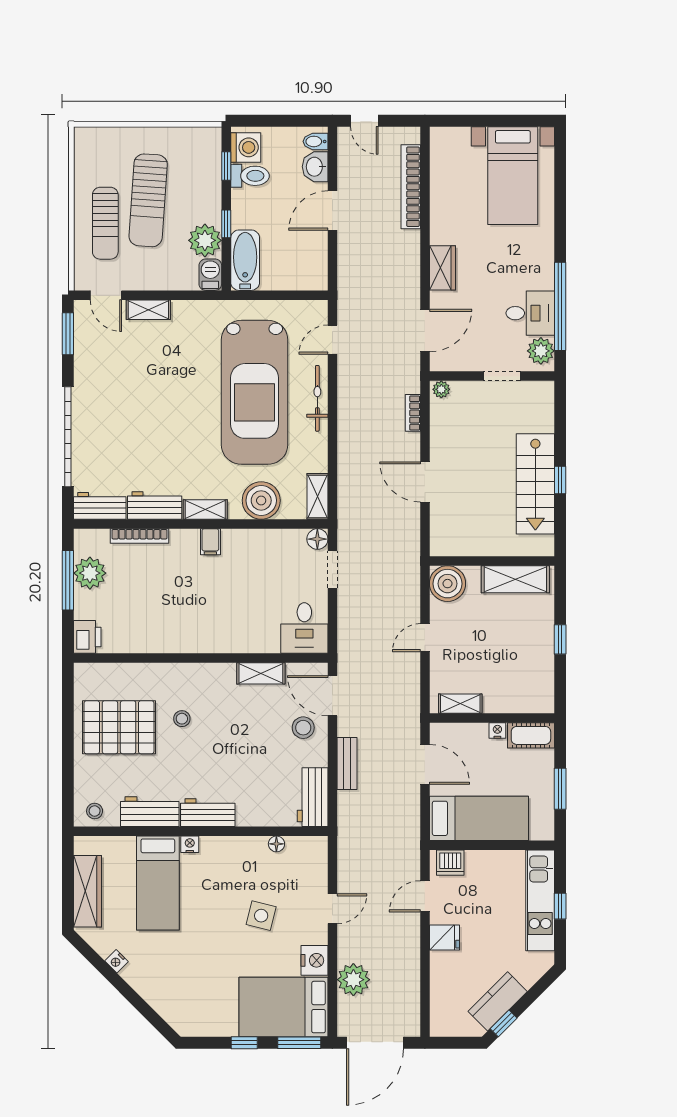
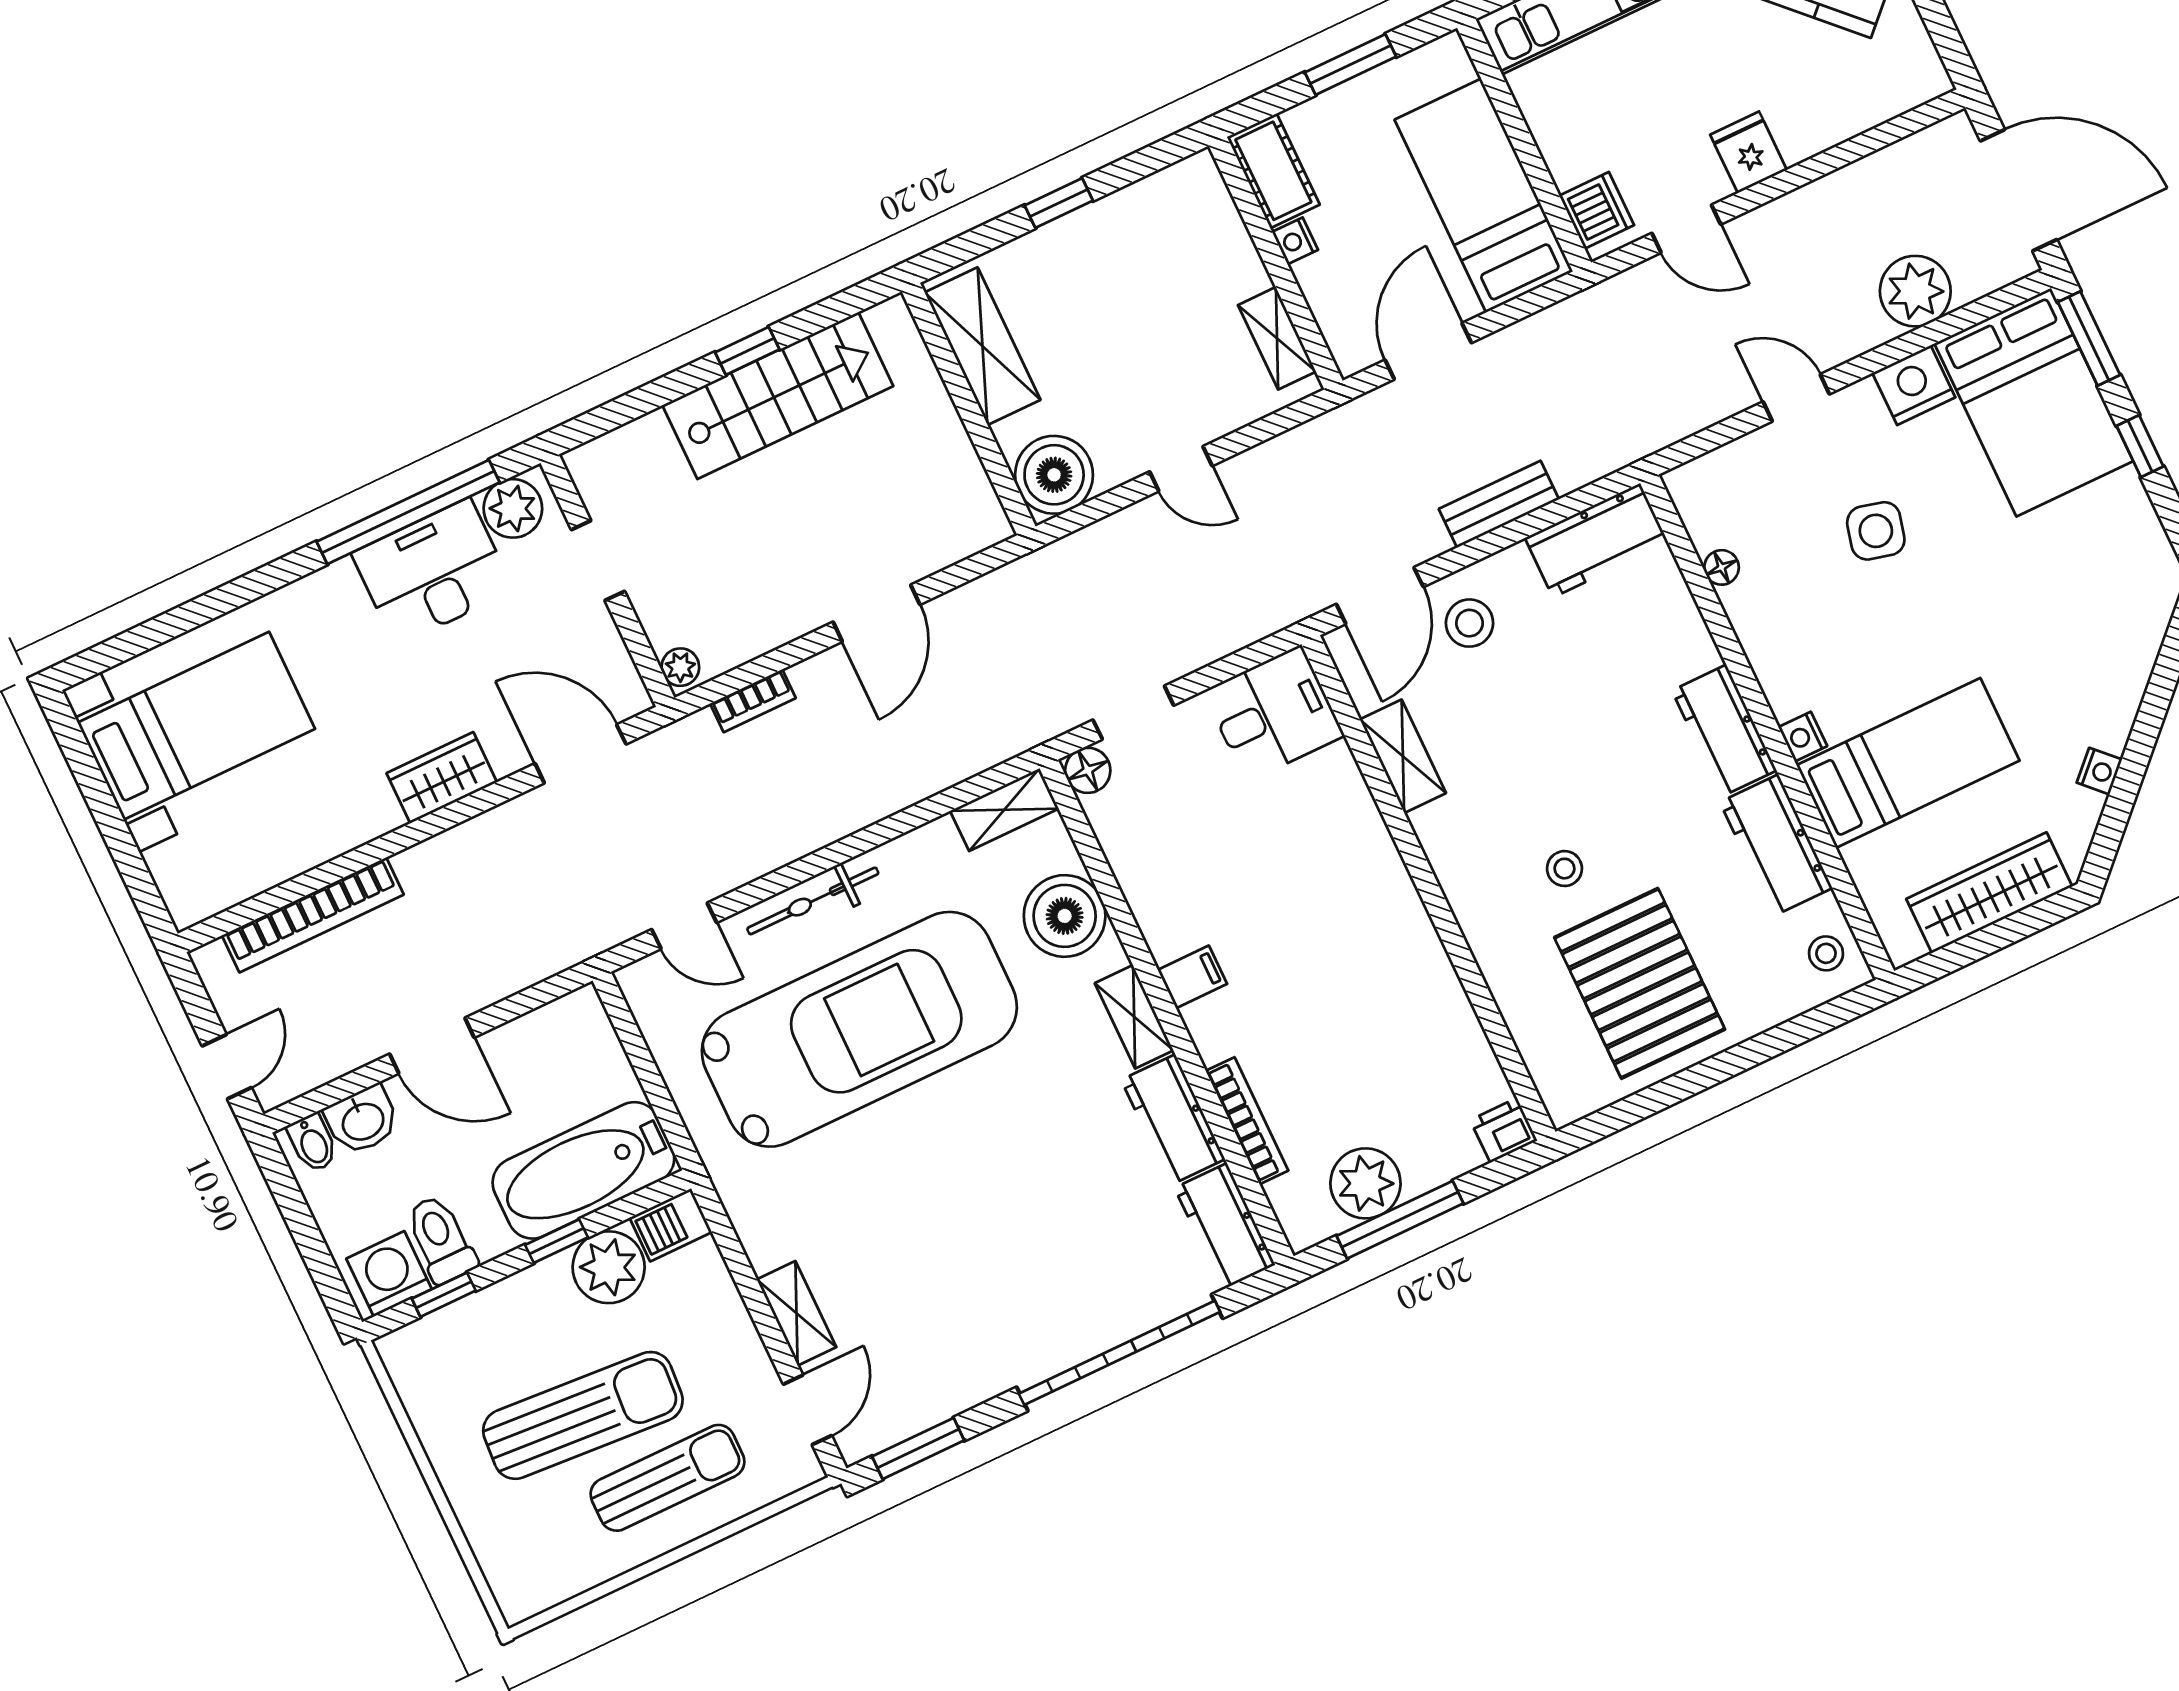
bathtub: (245, 260) -> (583, 1170), width x1.36, depth x1.36
desk: (530, 313) -> (433, 572), width x1.37
printer: (87, 637) -> (1504, 1130), width x0.73, depth x0.81

